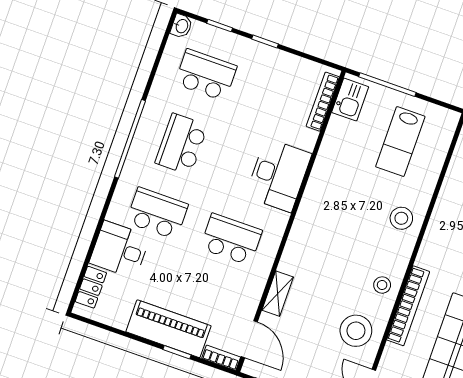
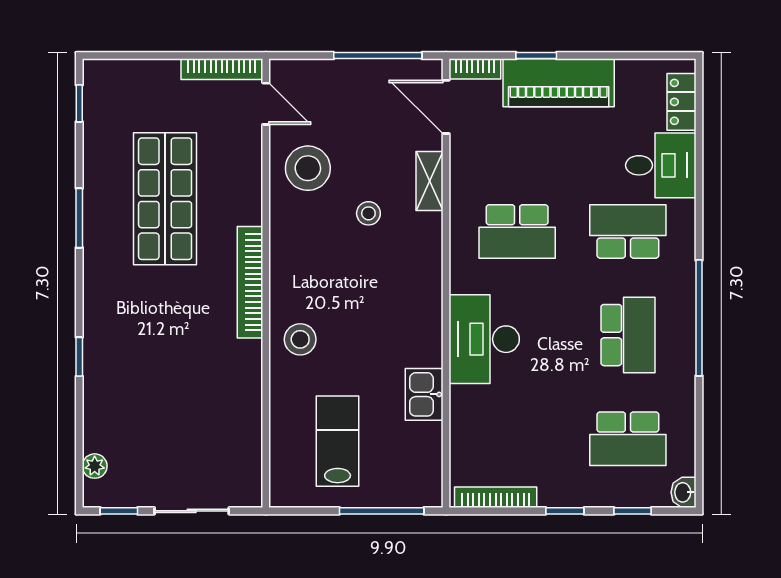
kitchen sink: (350, 100) -> (424, 394), moved
bookcase: (323, 102) -> (496, 497), moved, turned -90
school desk: (157, 213) -> (628, 231), turned 180
stool: (382, 285) -> (368, 213), moved
bookcase: (408, 306) -> (250, 282), moved

